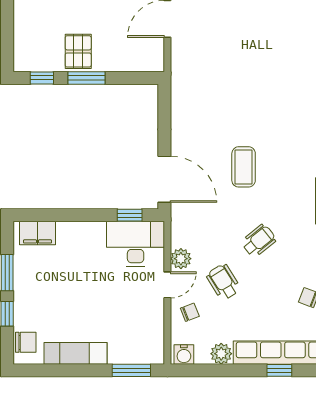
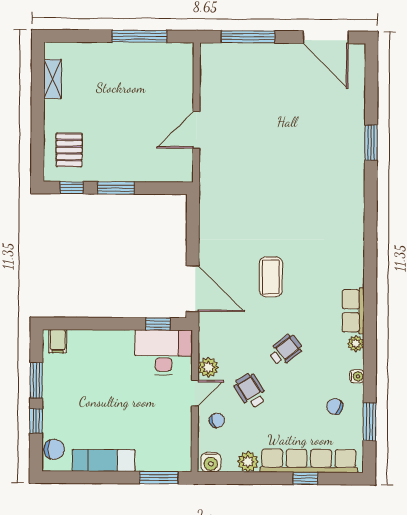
pallet: (78, 51) -> (69, 150), moved
filing cabinet: (38, 233) -> (58, 341), width x0.50

